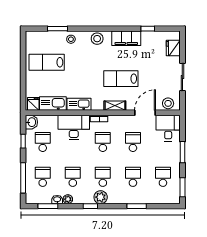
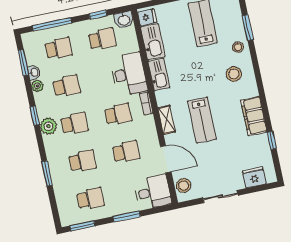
stool: (97, 39) -> (234, 74), moved
lab bench: (121, 79) -> (202, 120), turned 180

